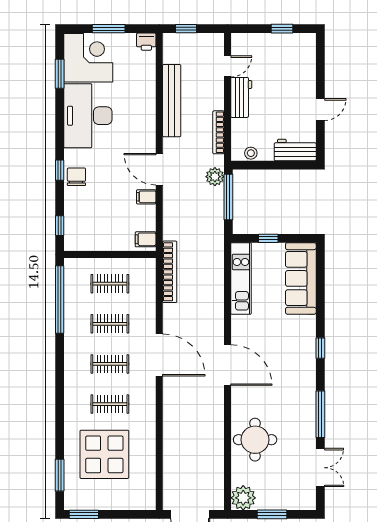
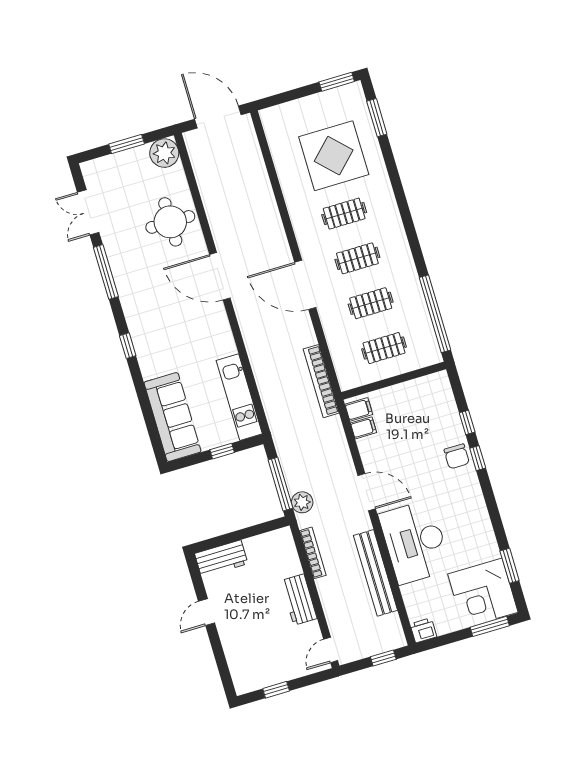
window: (109, 29) -> (490, 626), moved
door: (227, 66) -> (331, 650), moved
desk: (88, 116) -> (415, 542), moved, turned 180
stool: (251, 153) -> (270, 540), removed
filing cabinet: (146, 197) -> (363, 428), moved
window: (60, 226) -> (467, 422), moved
door: (227, 365) -> (220, 276), moved

